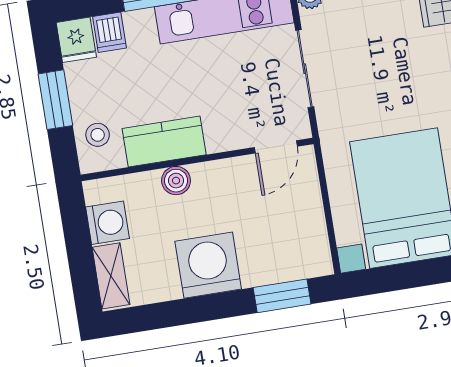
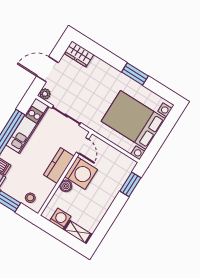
kitchen counter: (164, 142) -> (59, 166), moved
washing machine: (208, 265) -> (81, 173), moved, turned 180

